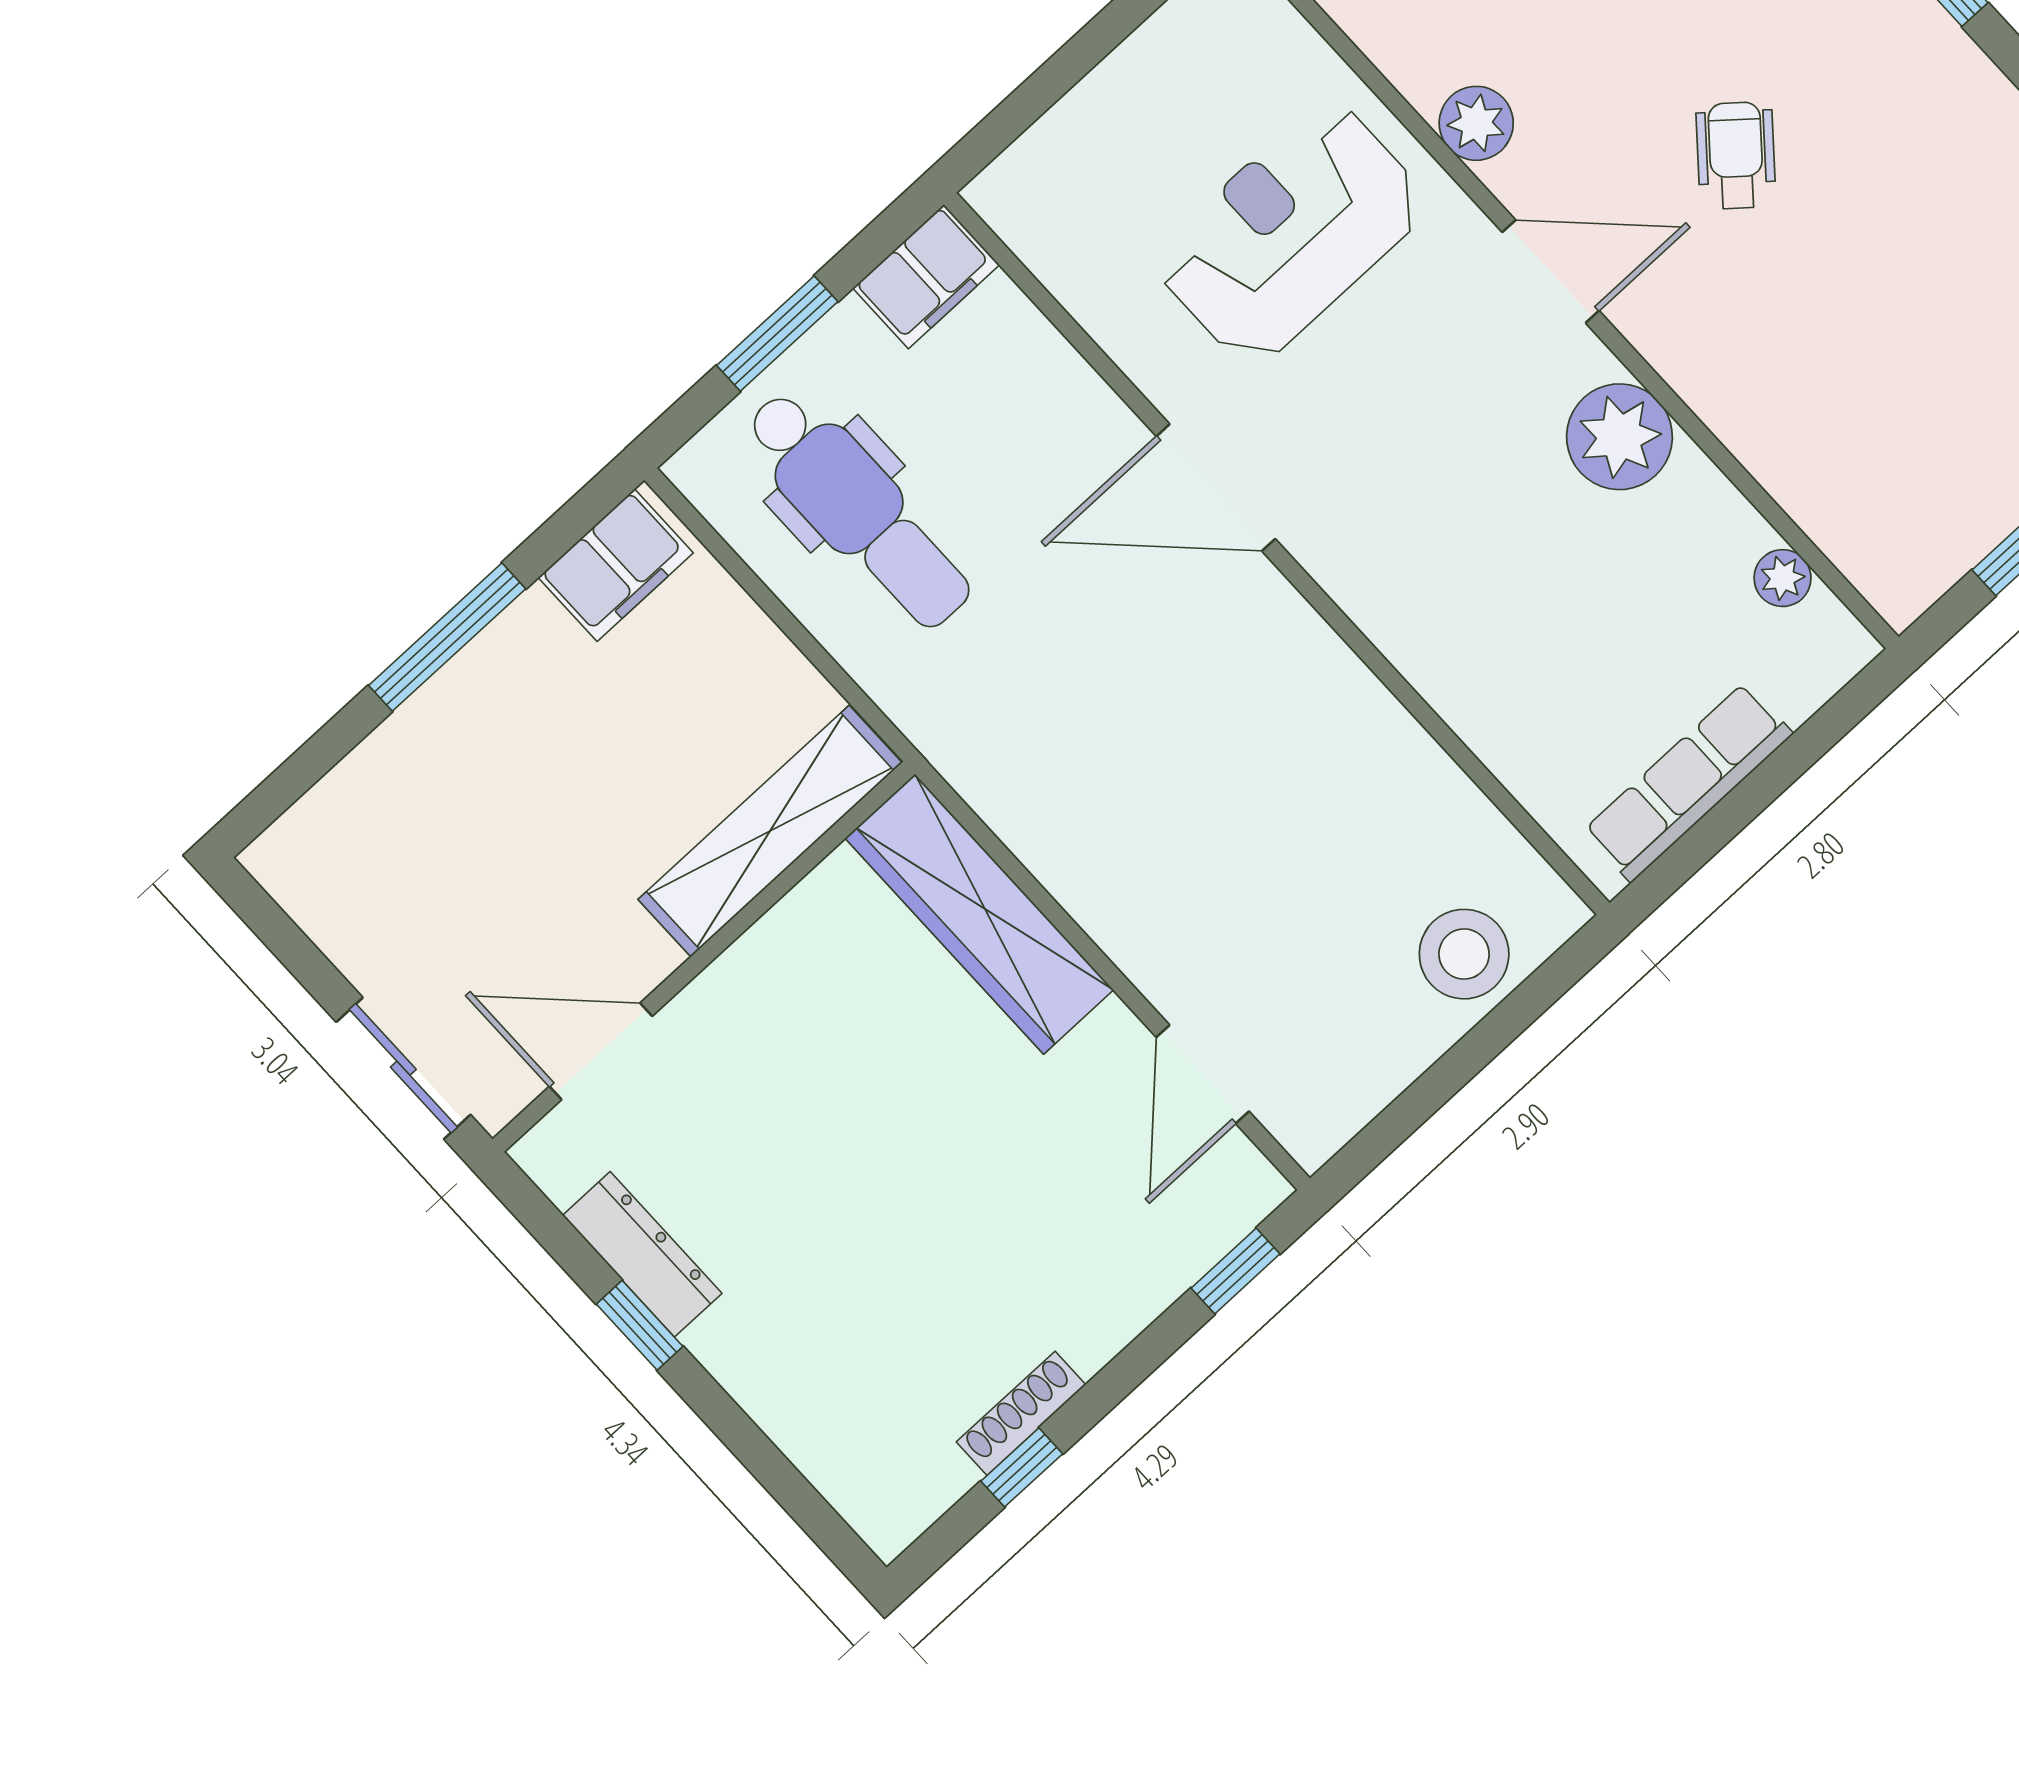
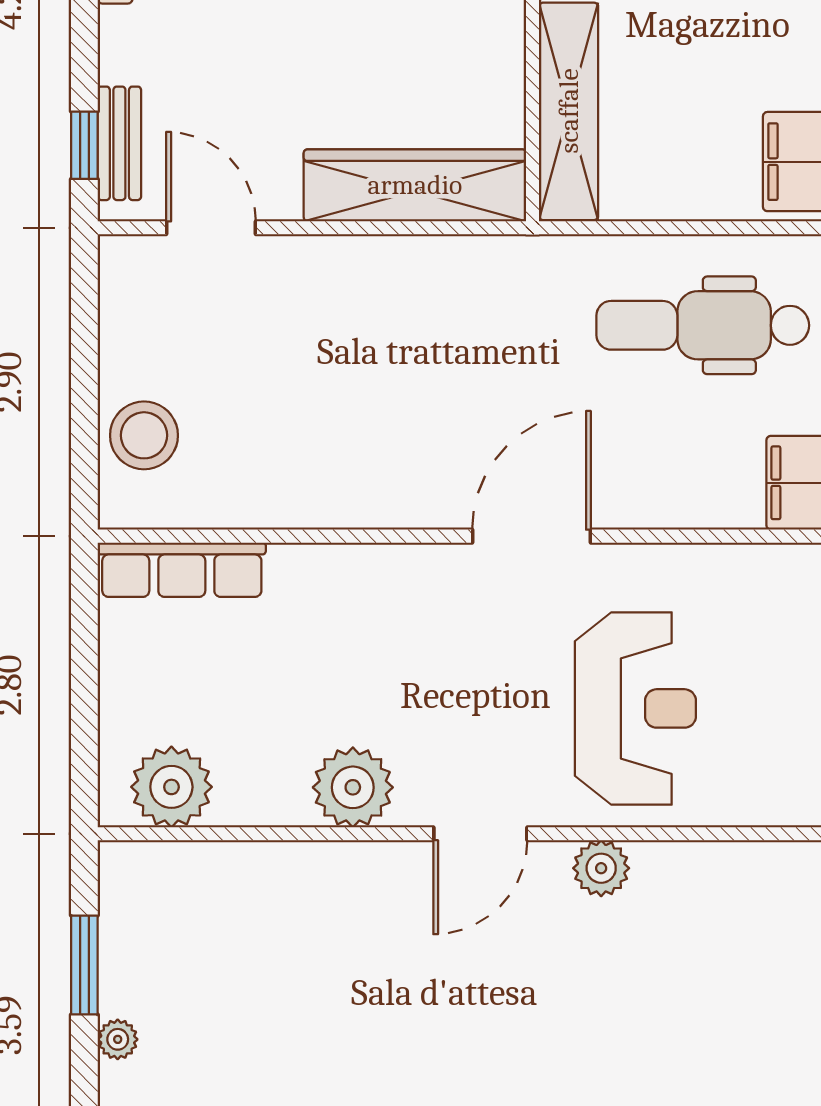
wheelchair: (1736, 156) -> (450, 997), removed
plant: (1783, 578) -> (171, 787), width x1.87, depth x1.87
row of seats: (1688, 782) -> (182, 570), moved, turned 90
bench: (1202, 1239) -> (119, 143), added

